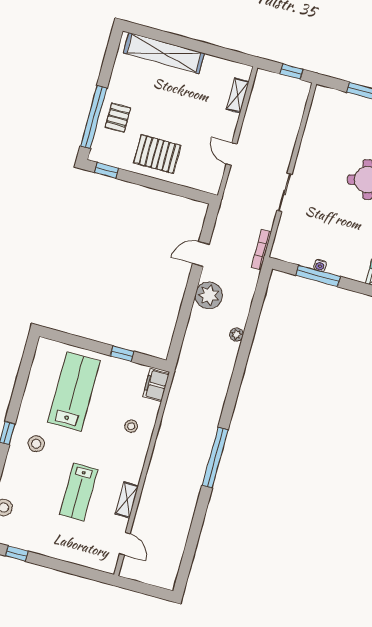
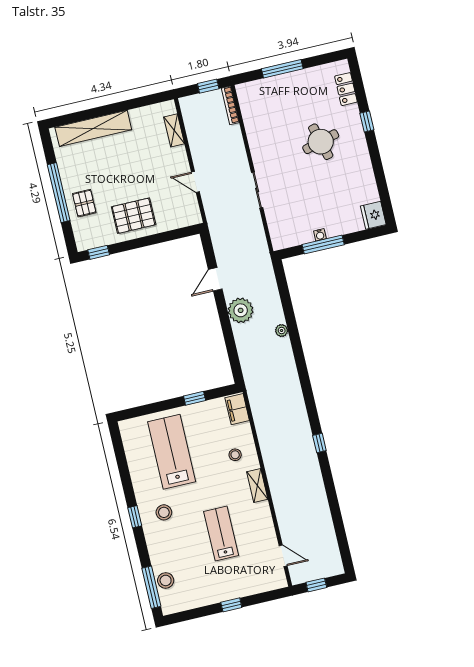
window: (94, 117) -> (59, 193), moved
bookcase: (261, 250) -> (230, 105), moved
window: (215, 458) -> (319, 443), width x0.32
lab bench: (79, 492) -> (221, 534), turned 180
shelving: (127, 500) -> (257, 485), moved
window: (17, 553) -> (231, 605), moved
window: (141, 587) -> (316, 585), added

